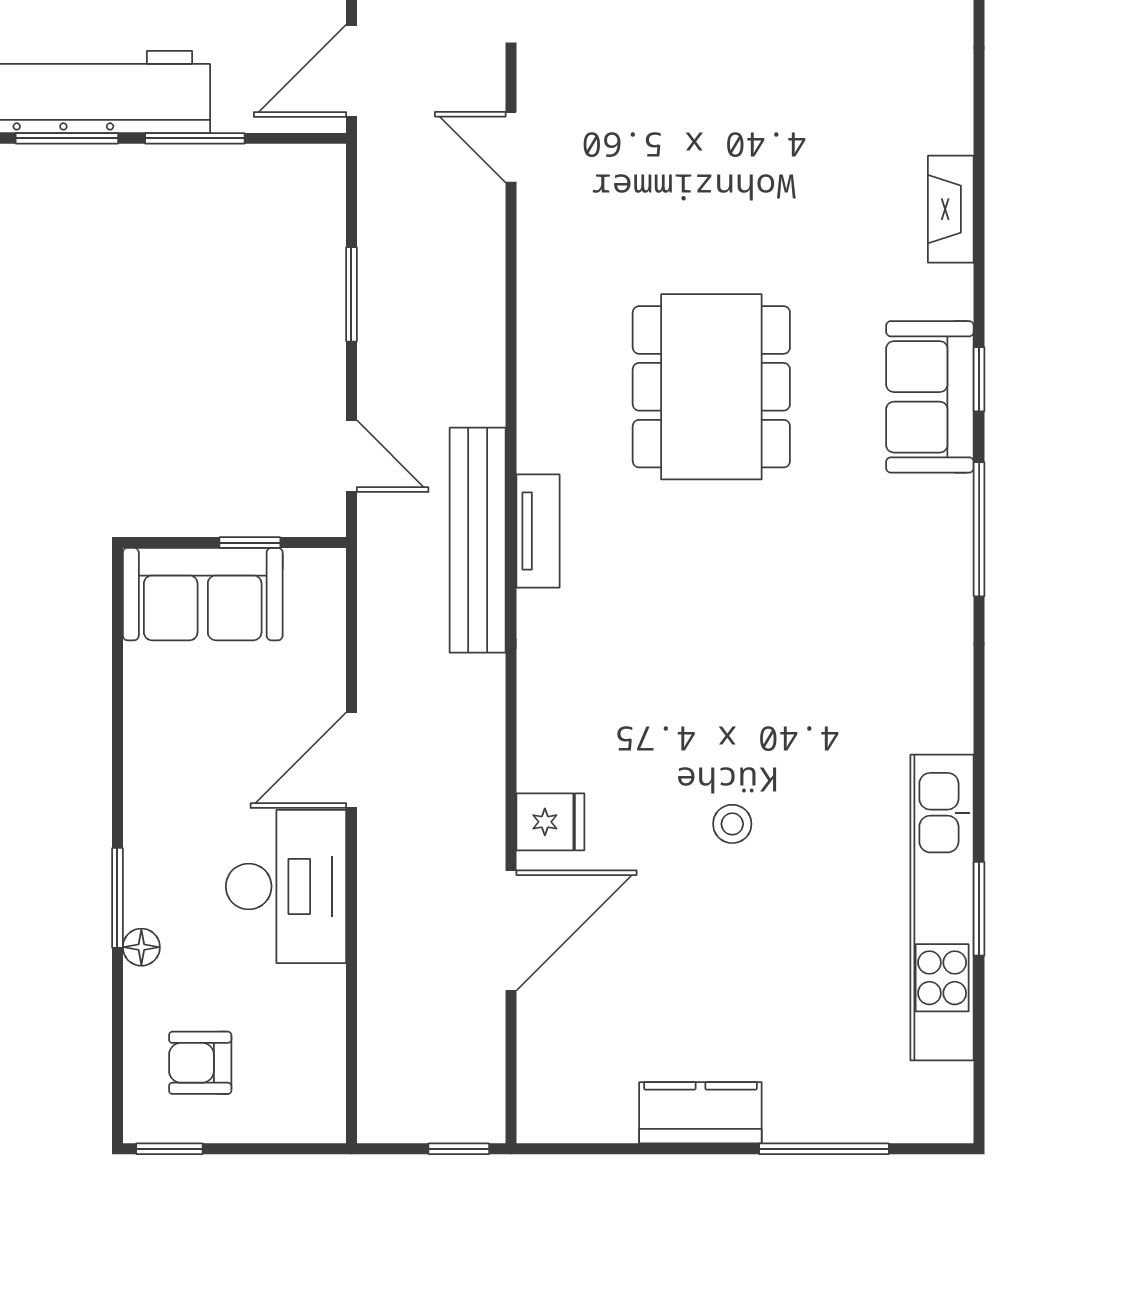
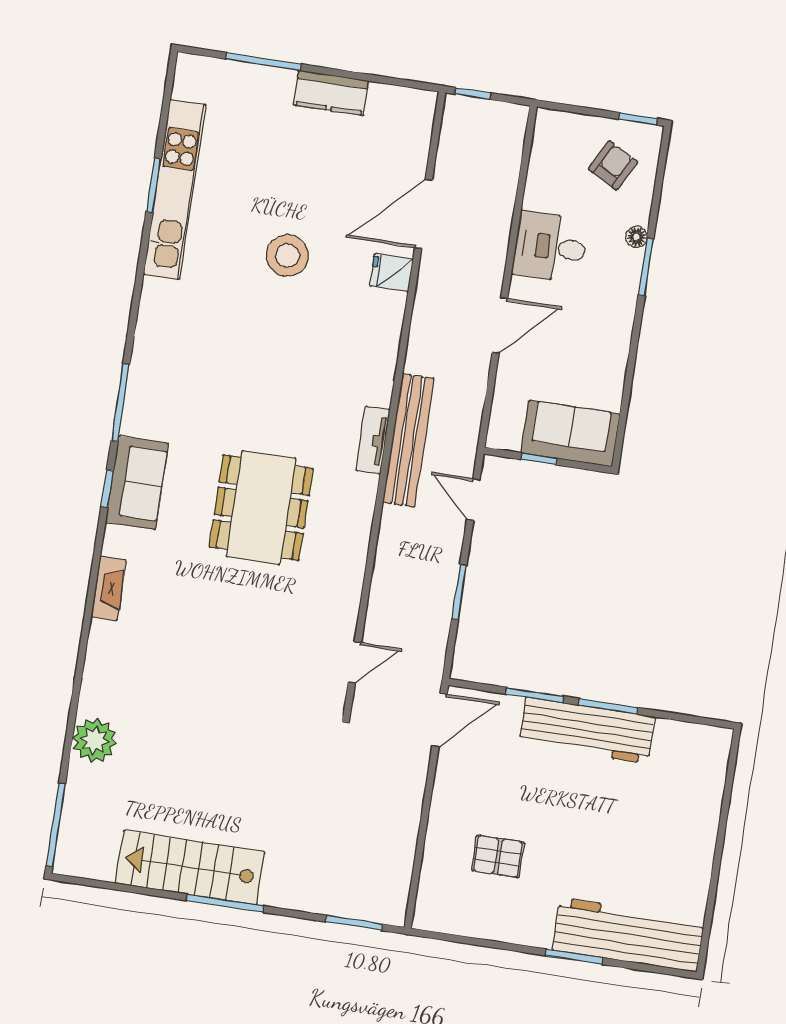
door: (511, 147) -> (355, 662), hinge flipped
stool: (732, 824) -> (287, 255), width x1.89, depth x1.89
desk: (286, 886) -> (550, 247), width x0.73
armchair: (200, 1063) -> (613, 165), turned -62

